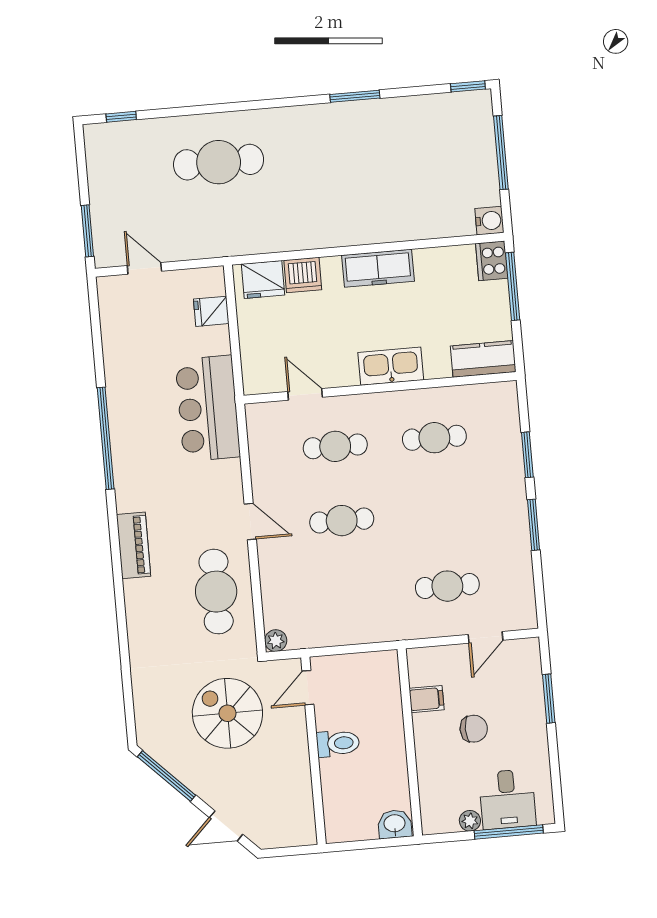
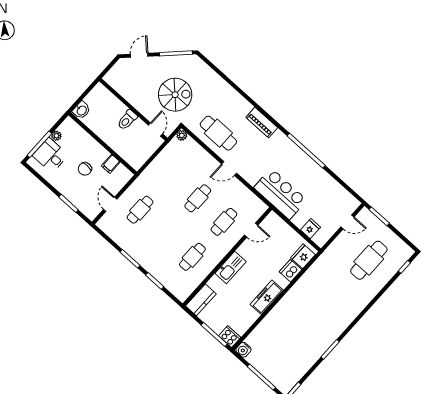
cafe table: (219, 162) -> (369, 260), moved

